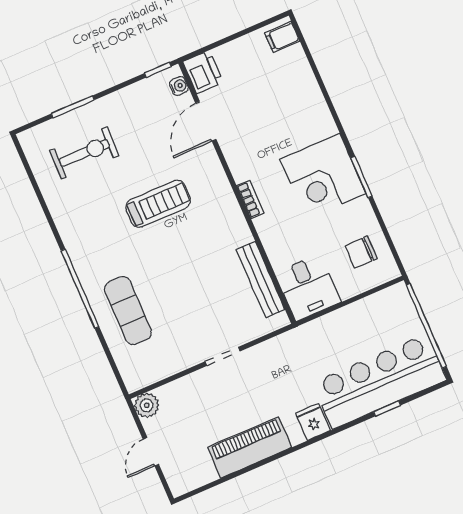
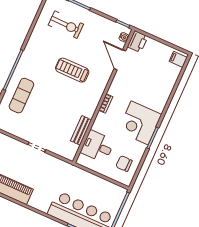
door: (206, 121) -> (120, 60), hinge flipped
treadmill: (158, 204) -> (72, 70), turned 180
bench: (261, 279) -> (81, 130), width x0.73
desk: (308, 287) -> (98, 146), moved, turned 90
fridge: (313, 422) -> (43, 204), removed

